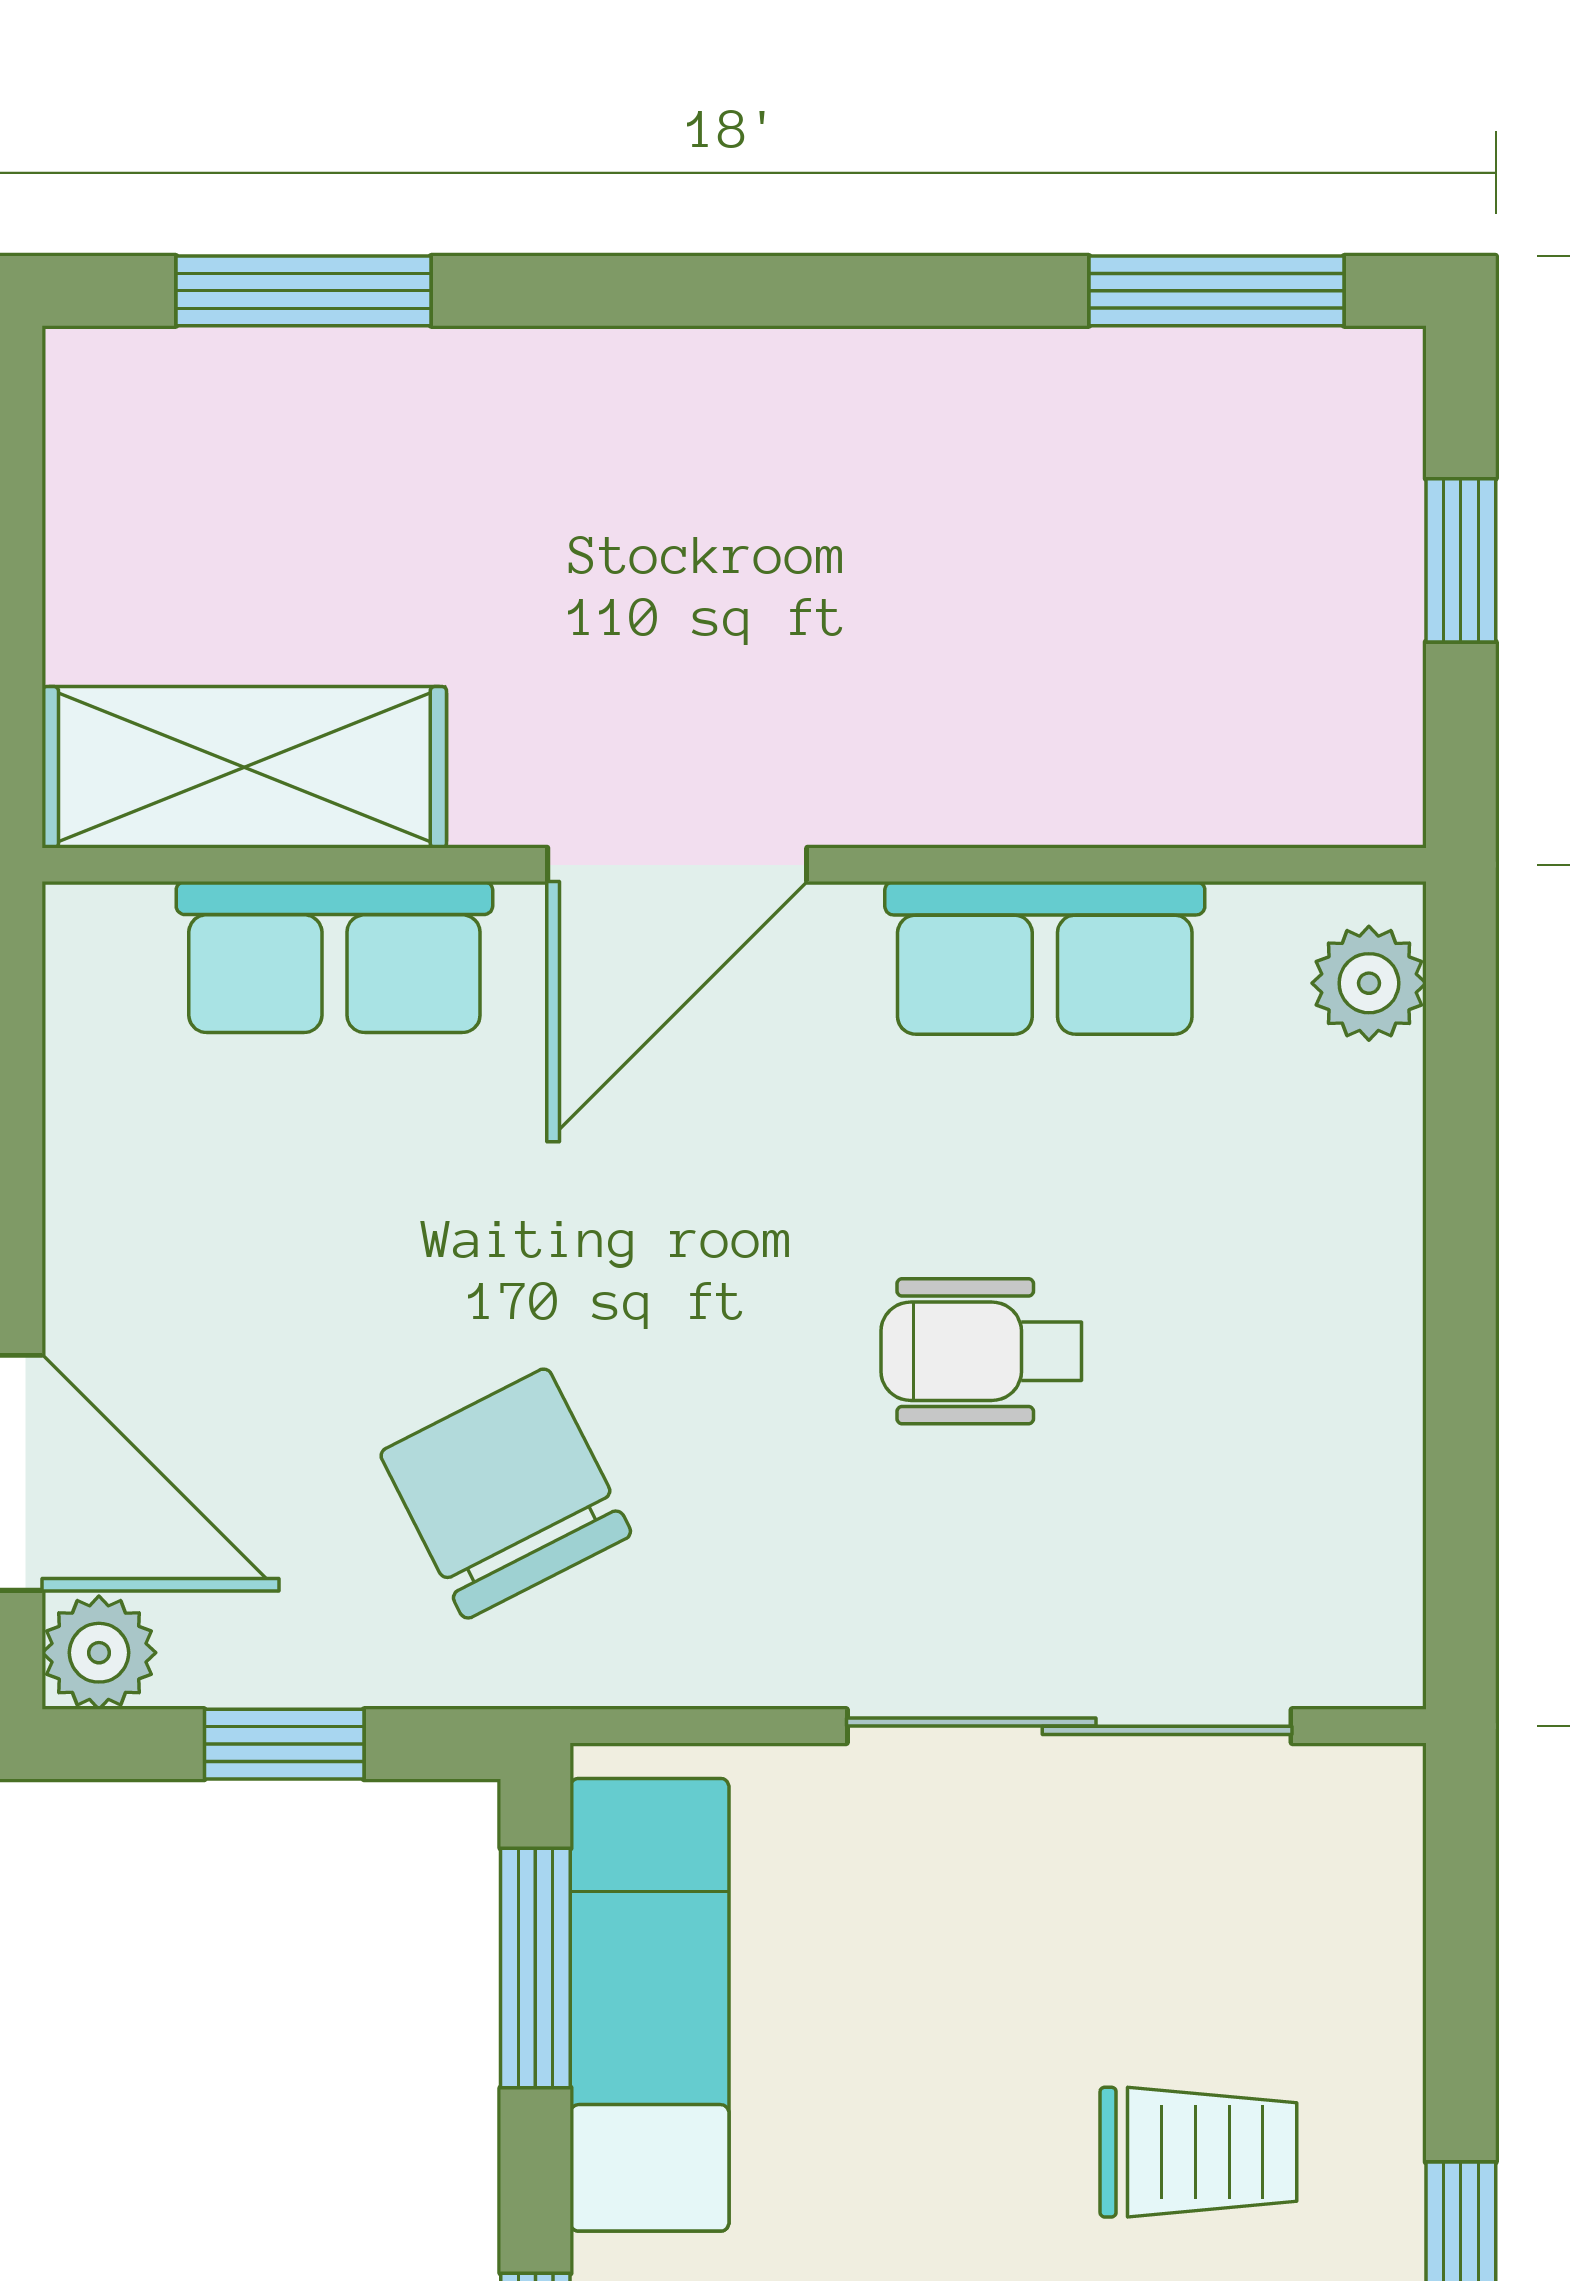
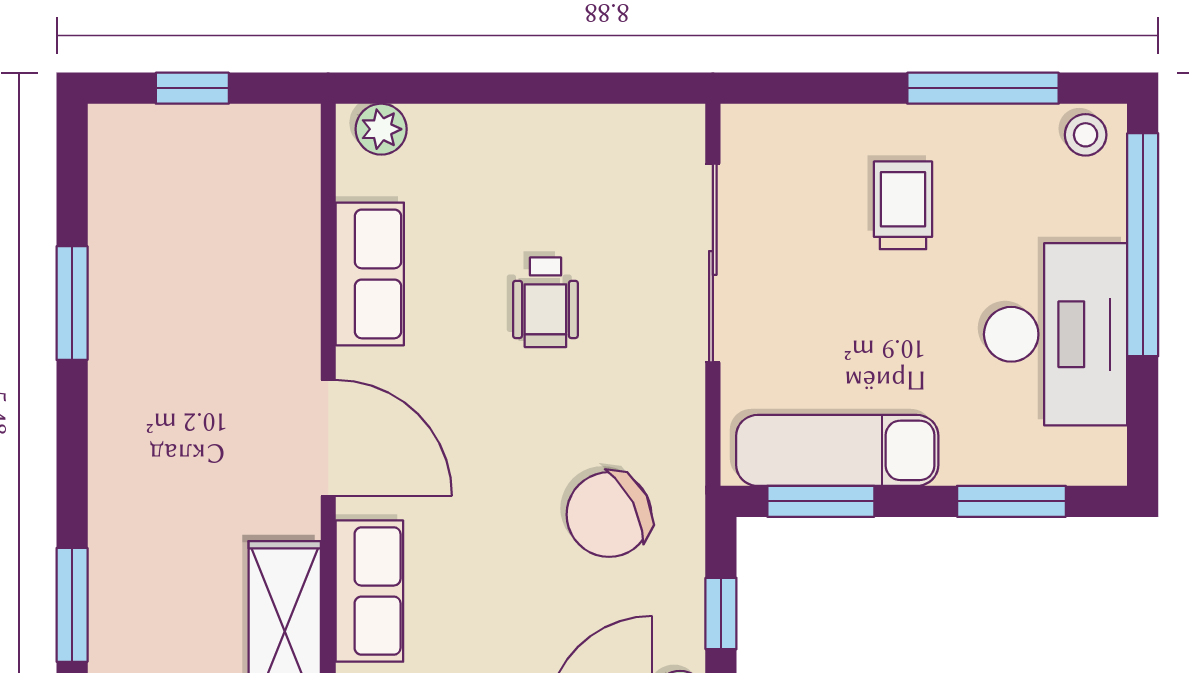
window: (1216, 291) -> (72, 303), moved

